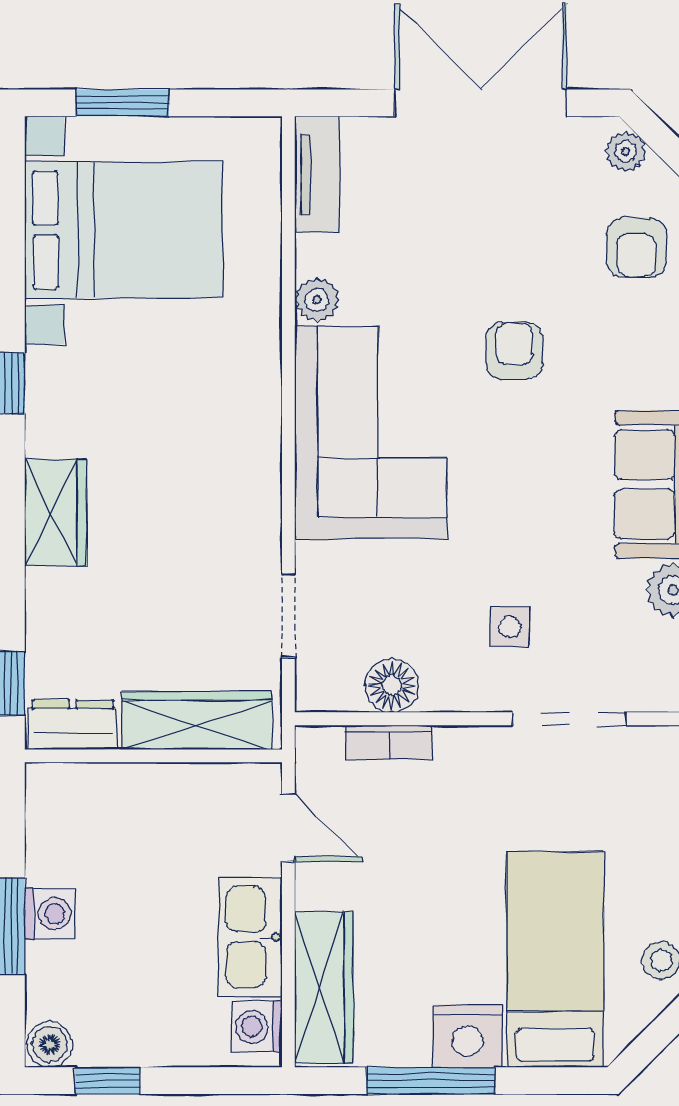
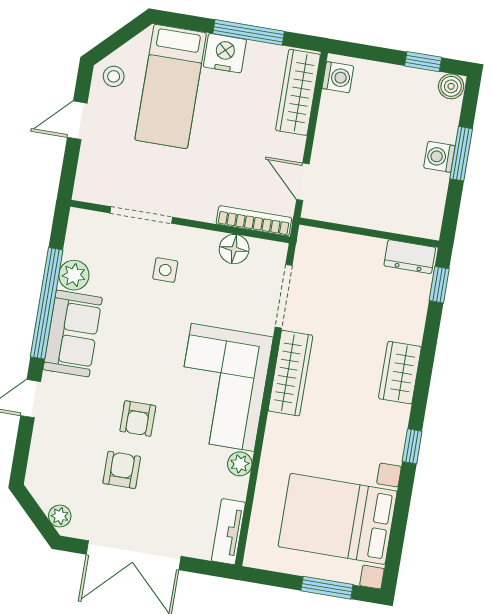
armchair: (637, 248) -> (122, 470), moved
doorway: (288, 615) -> (284, 296), width x1.38
wardrobe: (196, 720) -> (290, 373), moved, turned -90
bookcase: (389, 742) -> (254, 221), width x1.56
kitchen sink: (250, 937) -> (333, 126), removed

